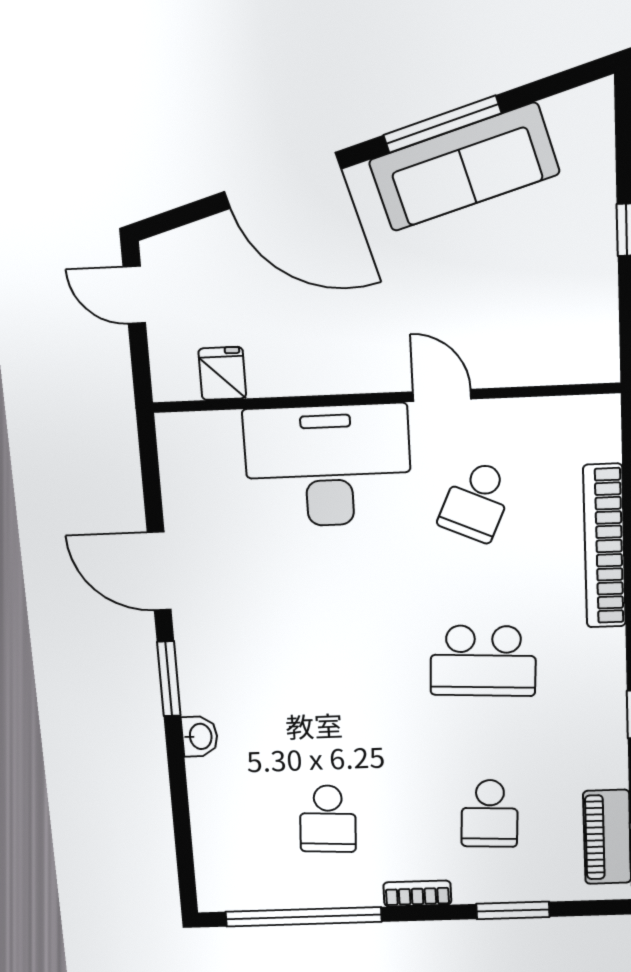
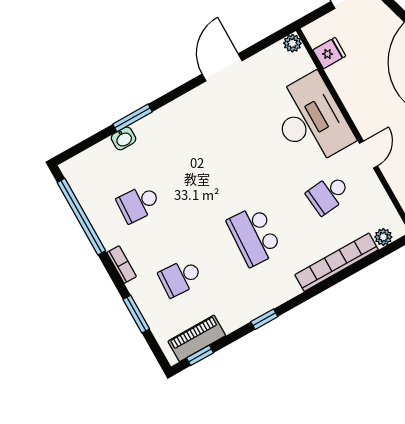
plant: (173, 430) -> (292, 43), added
plant: (604, 443) -> (383, 237), added
school desk: (476, 501) -> (328, 194), turned -30
window: (169, 679) -> (132, 118), moved
washbasin: (200, 736) -> (123, 138), moved

